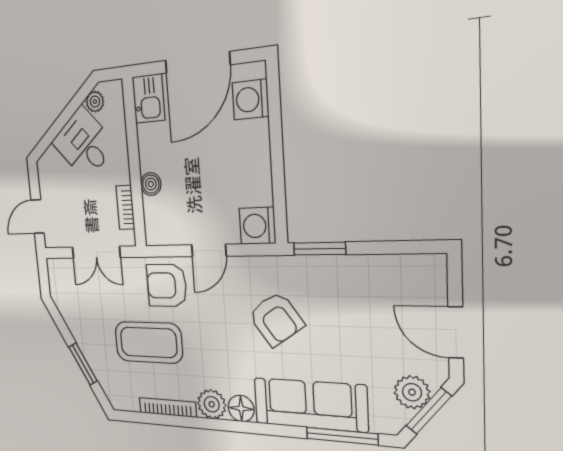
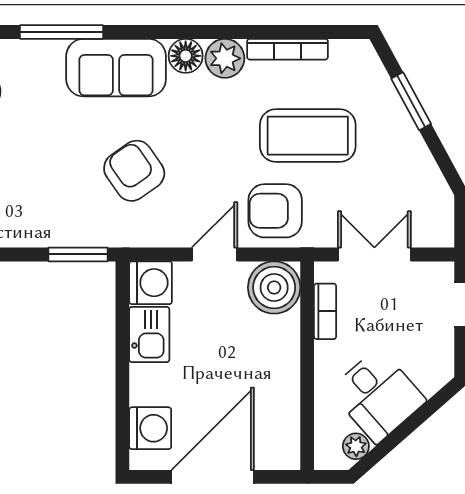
kitchen sink: (149, 99) -> (149, 334), moved, turned 180
boiler: (151, 184) -> (274, 287), moved, width x1.86, depth x1.86
armchair: (167, 285) -> (275, 211), turned 180
sofa: (310, 405) -> (116, 68), width x0.73

